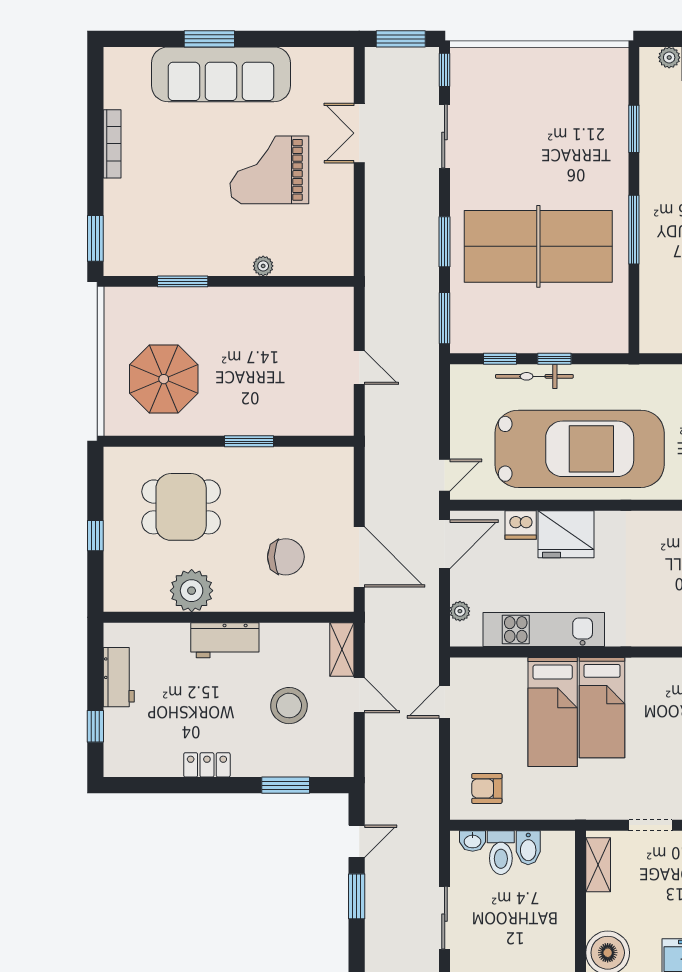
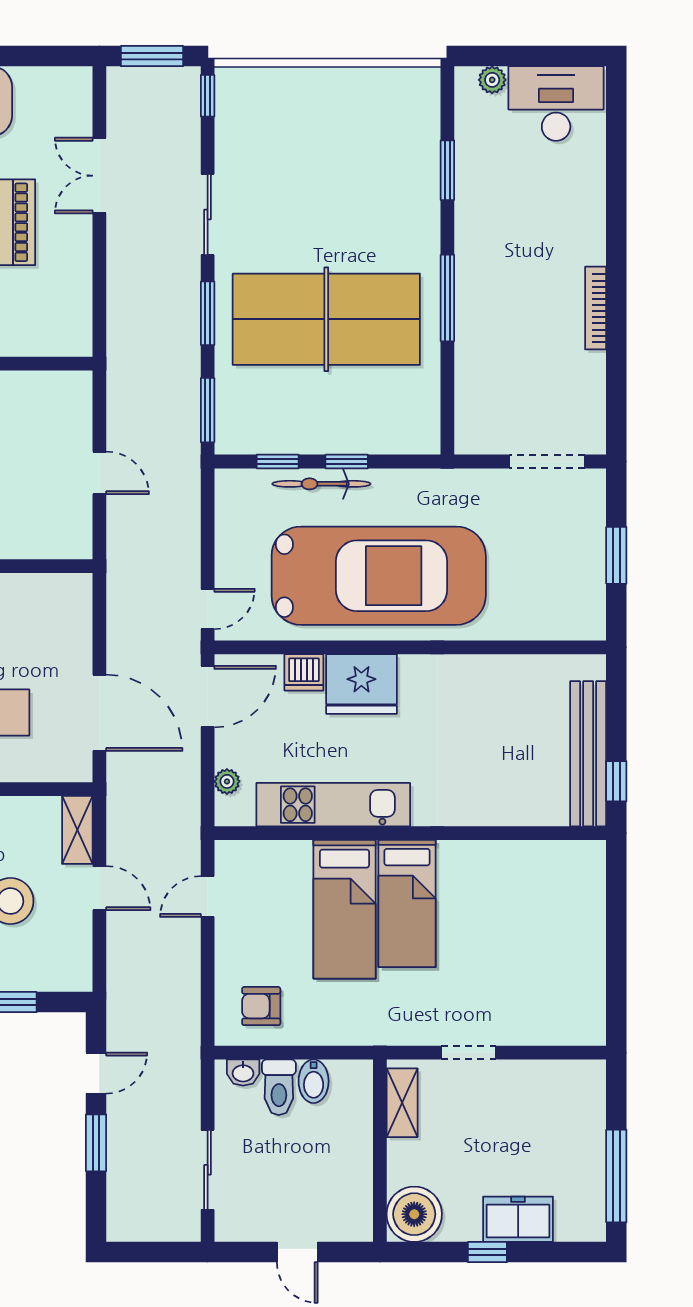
sliding door: (445, 136) -> (208, 214), moved

